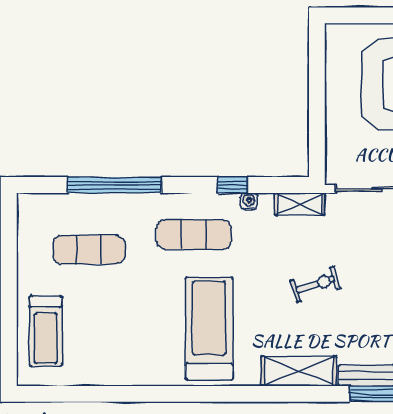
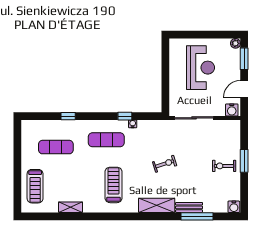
window: (114, 185) -> (68, 116), width x0.32
shelving: (300, 204) -> (71, 207), moved
treadmill: (209, 329) -> (114, 185), width x0.73, depth x0.73

